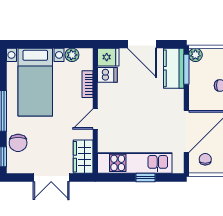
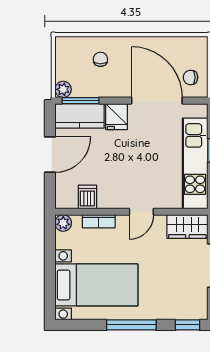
plant: (72, 55) -> (63, 223), moved
fridge: (108, 57) -> (117, 117), moved, turned 180
door: (95, 119) -> (141, 212), hinge flipped
chair: (18, 143) -> (171, 306), removed

